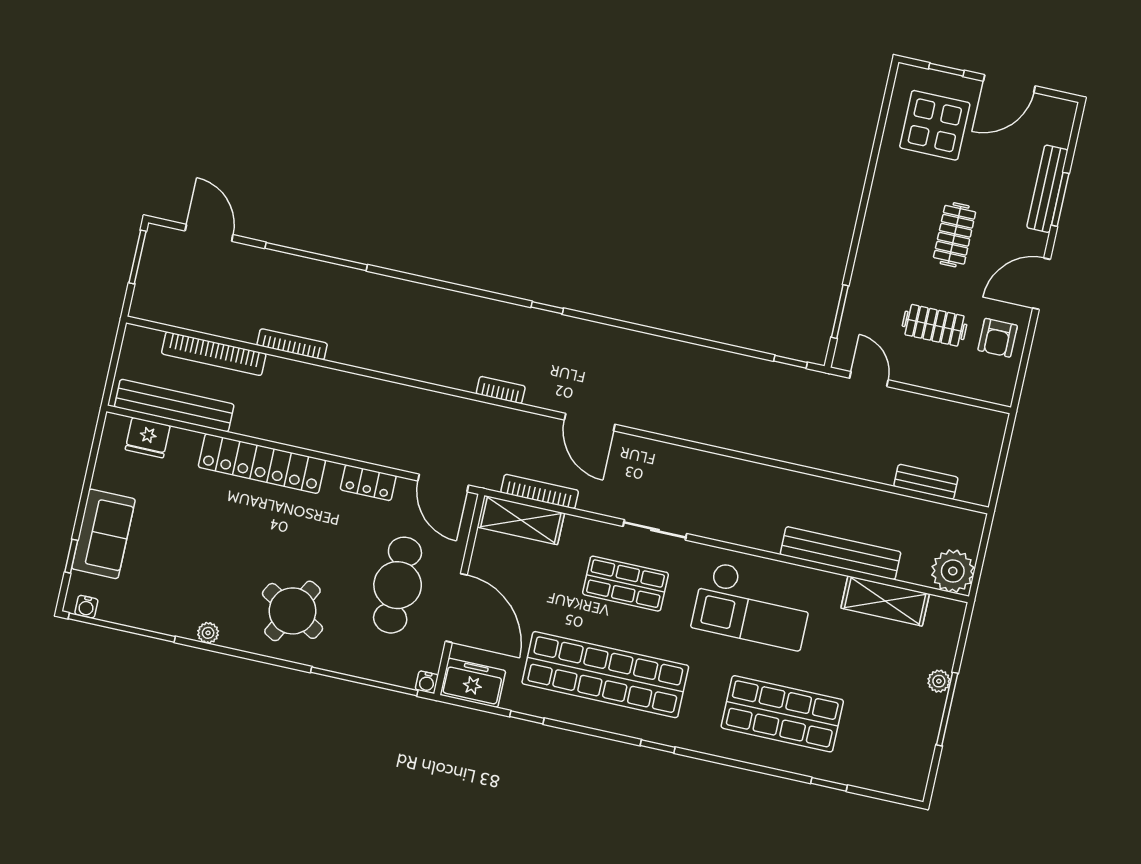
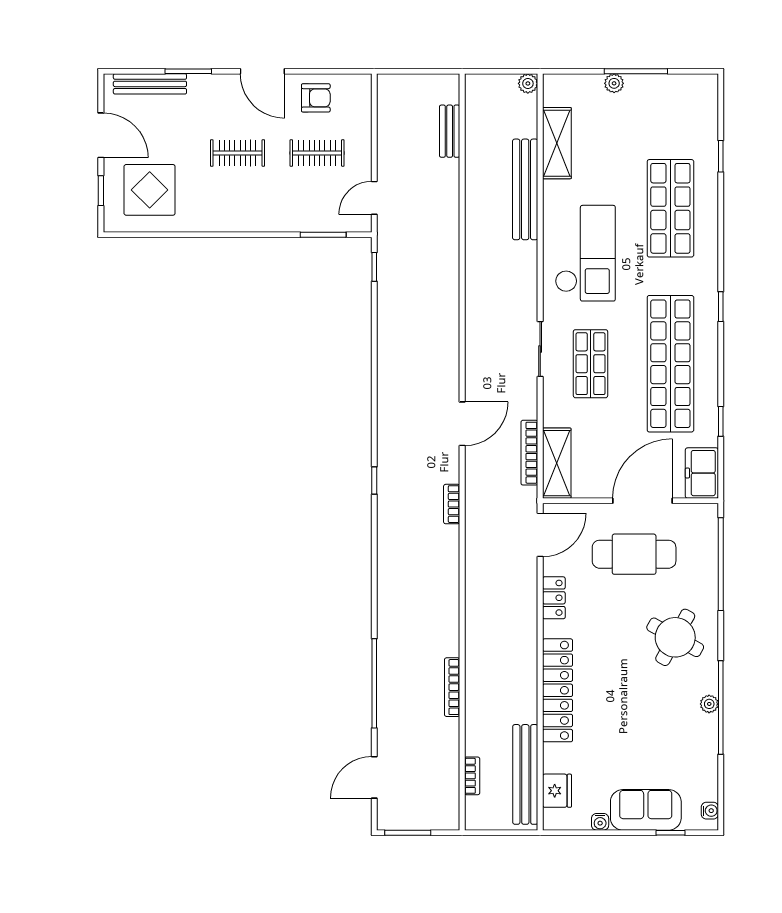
bench: (1047, 189) -> (150, 84), moved
clothes rail: (935, 325) -> (317, 153), turned 90
bookcase: (214, 354) -> (472, 776), width x0.43, depth x0.76
plant: (953, 571) -> (528, 83), width x0.53, depth x0.53
window: (122, 628) -> (721, 707), moved
water cooler: (427, 682) -> (600, 822), moved, turned 90

